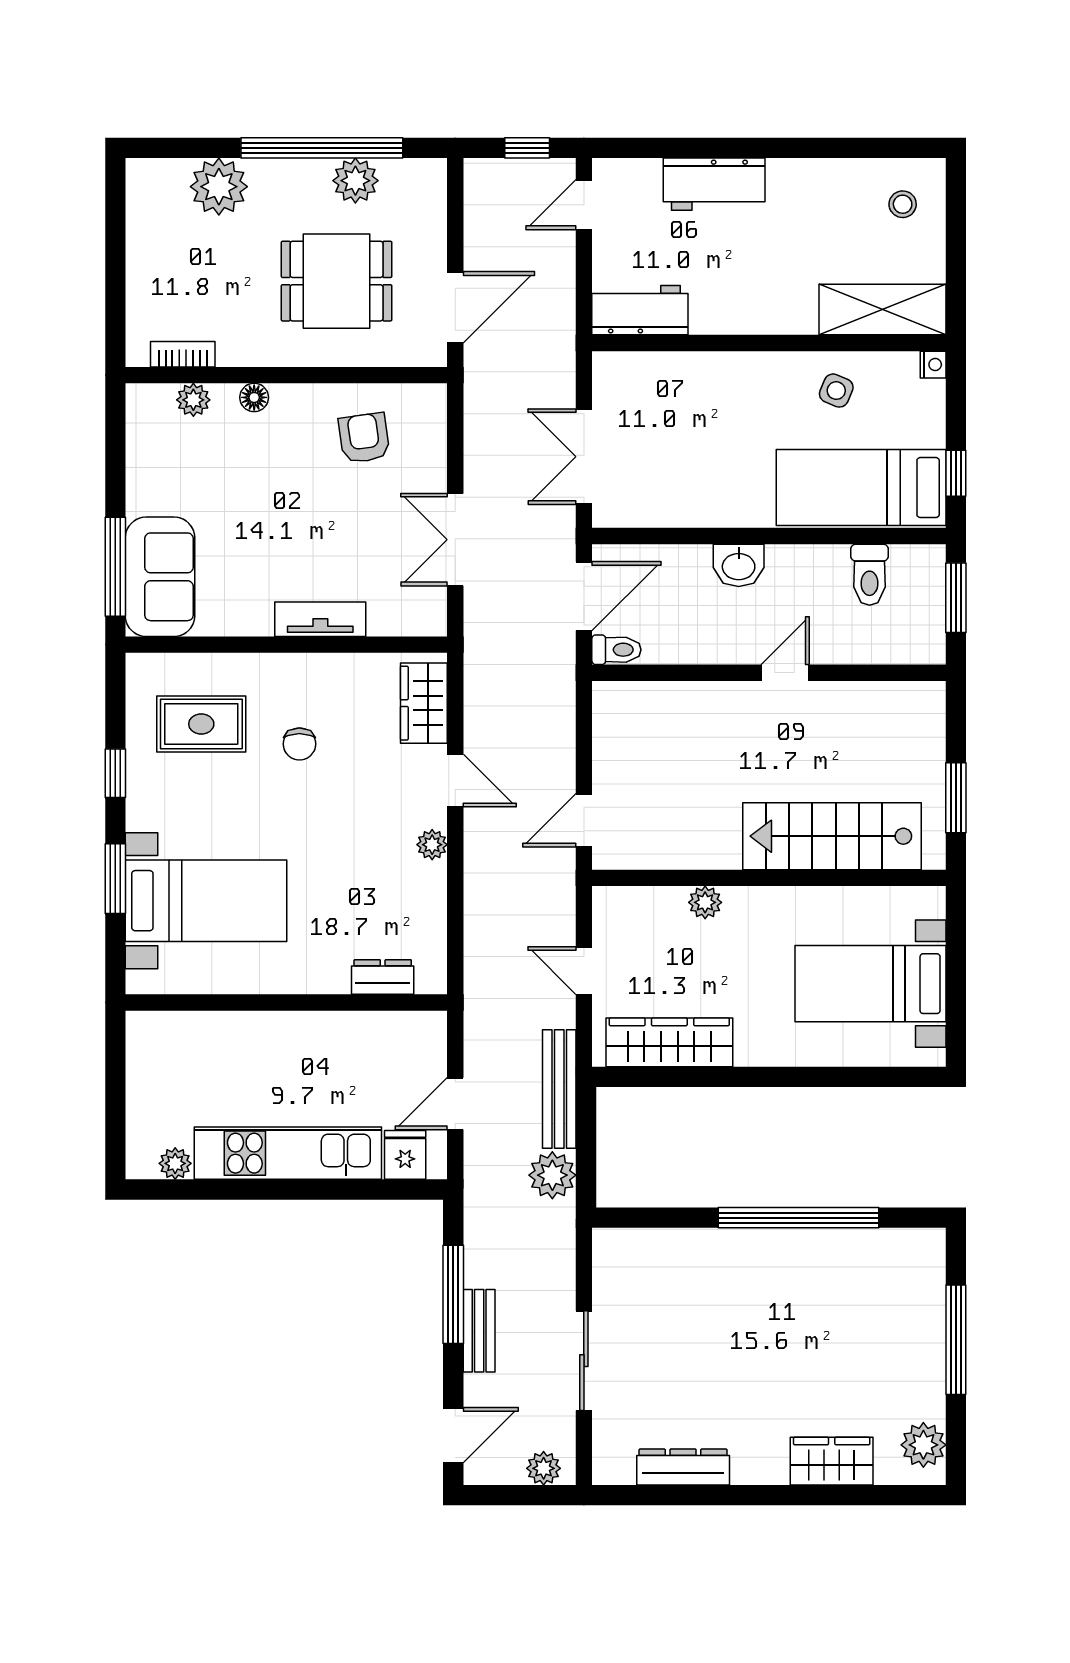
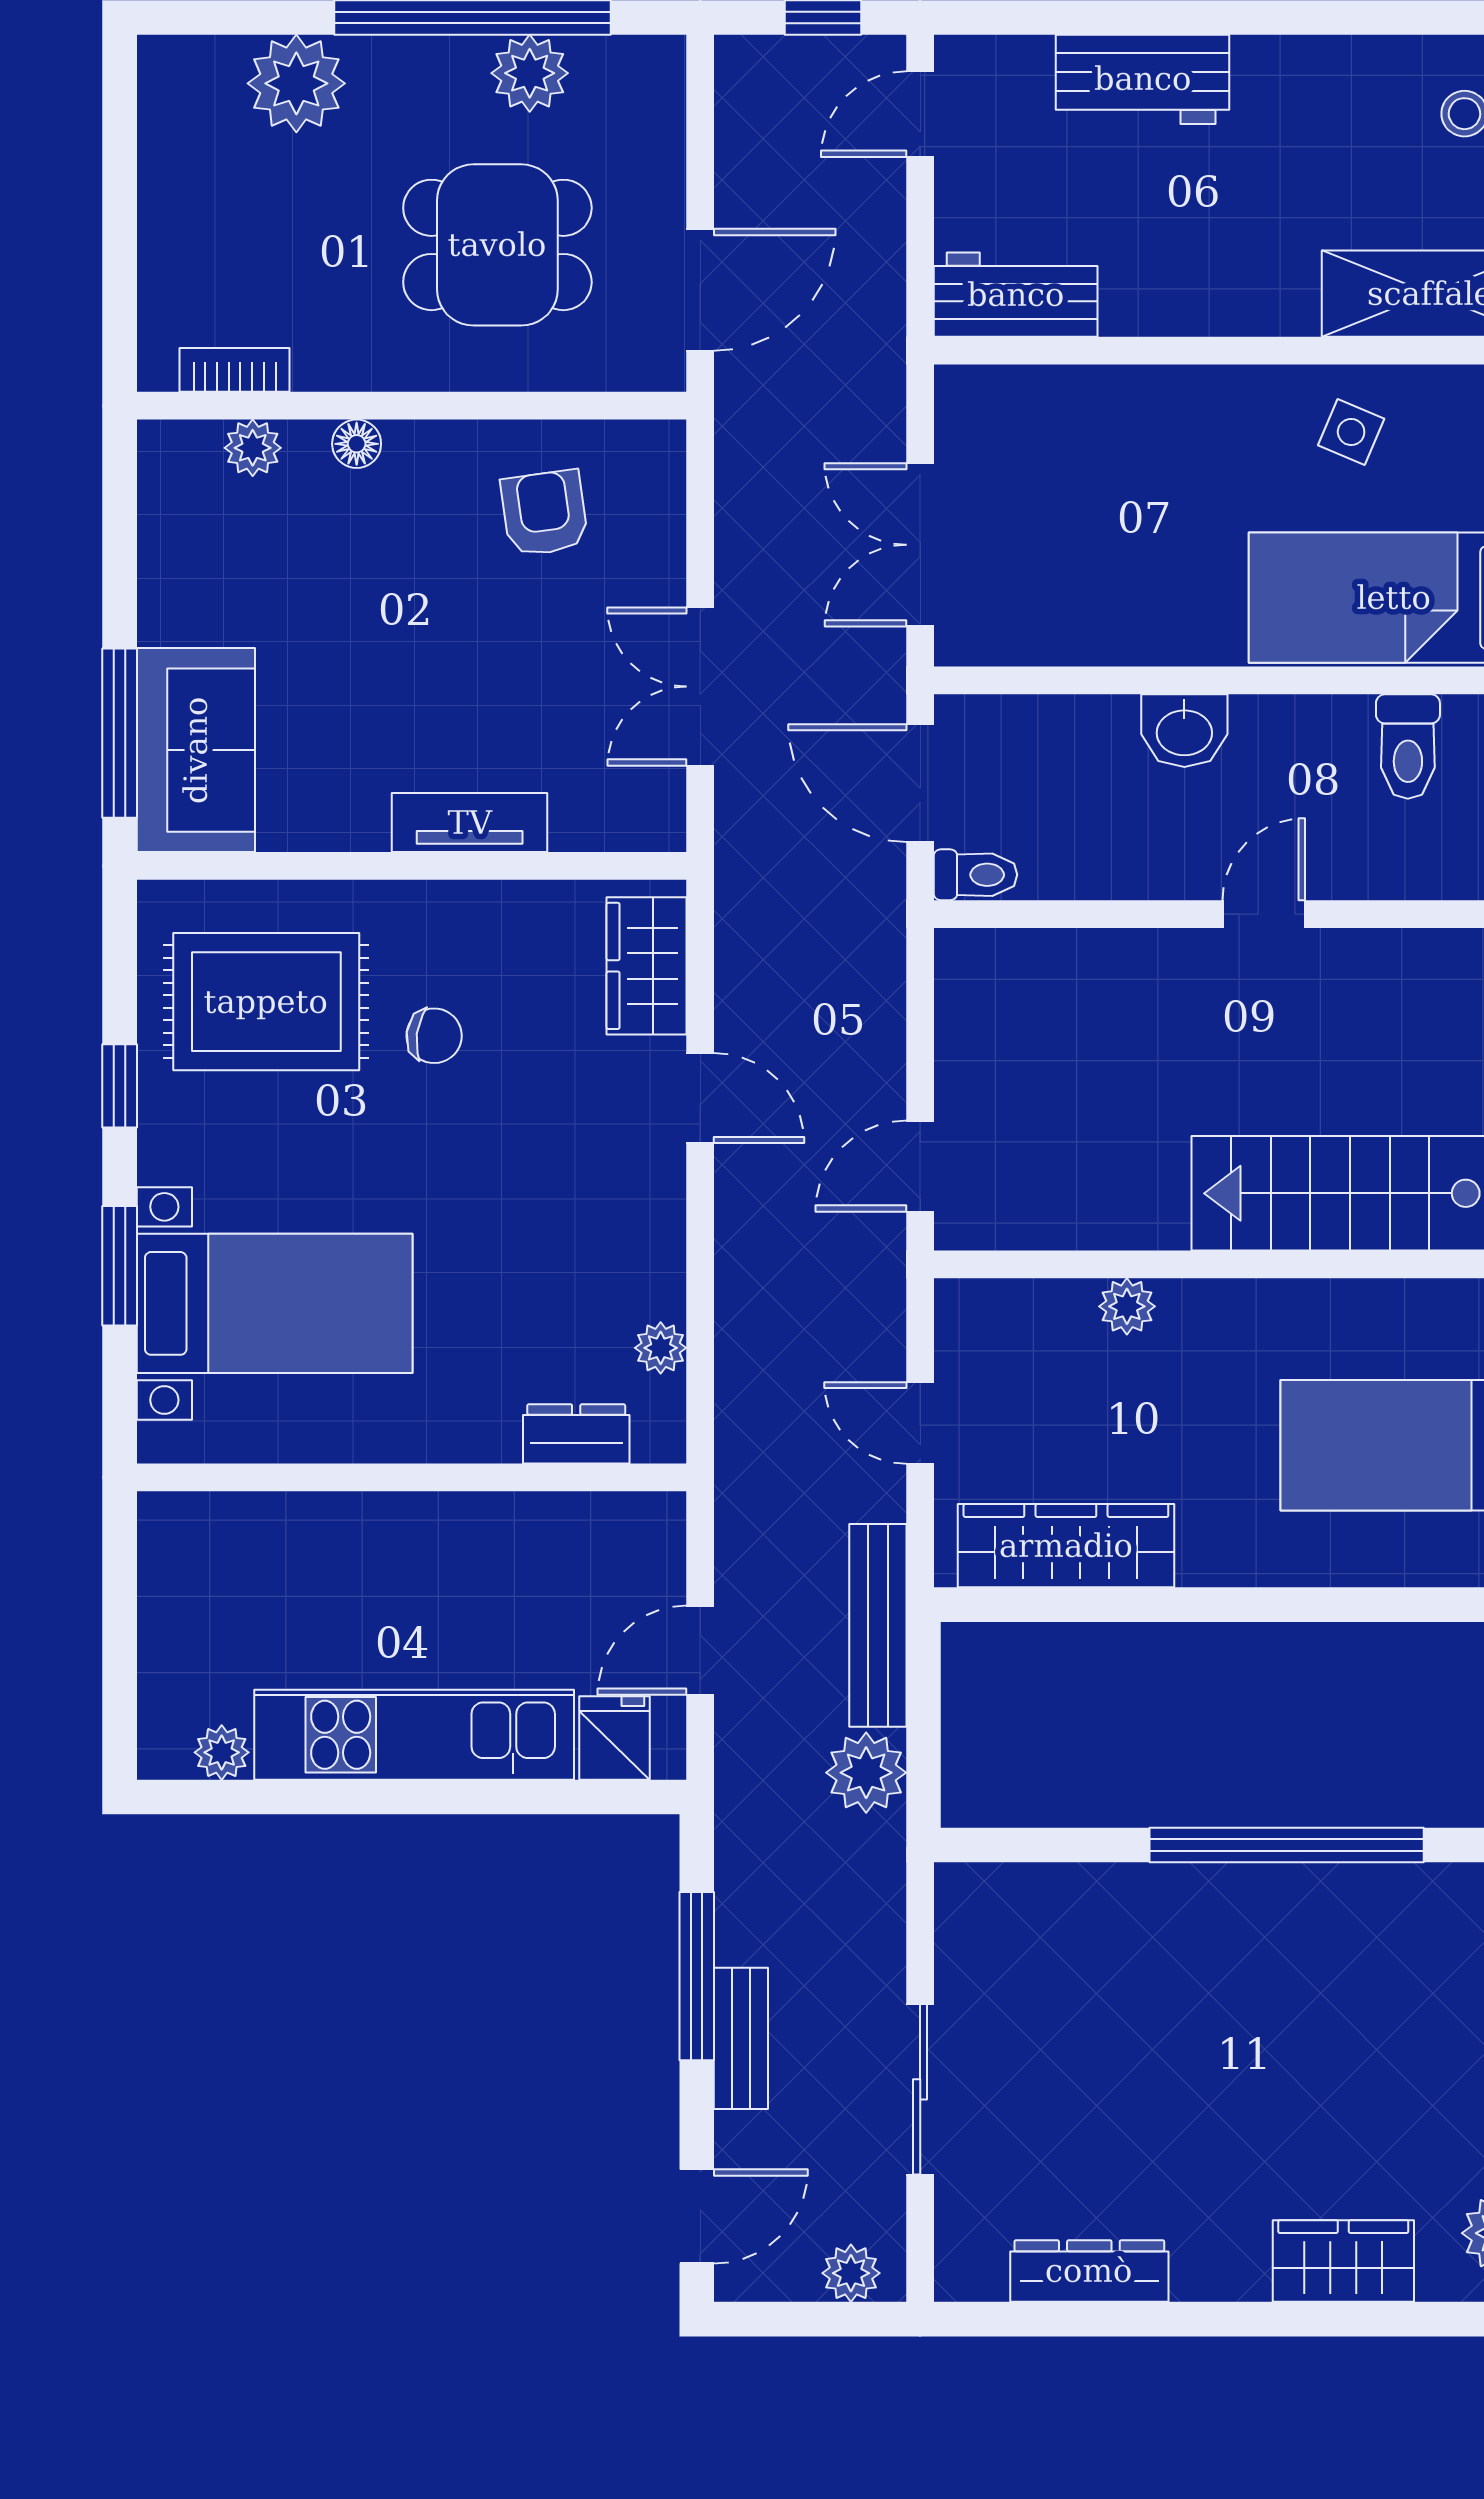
door: (584, 596) -> (920, 783), swing flipped
rug: (201, 724) -> (266, 1002), width x1.36, depth x1.43
chair: (299, 744) -> (434, 1036), turned -82
plant: (432, 845) -> (661, 1348), moved

